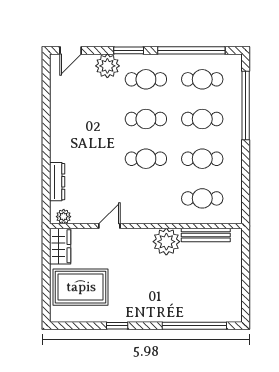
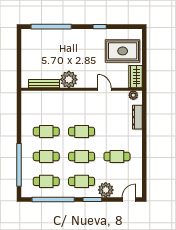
cafe table: (202, 198) -> (117, 156), moved
door: (109, 226) -> (104, 89), swing flipped

